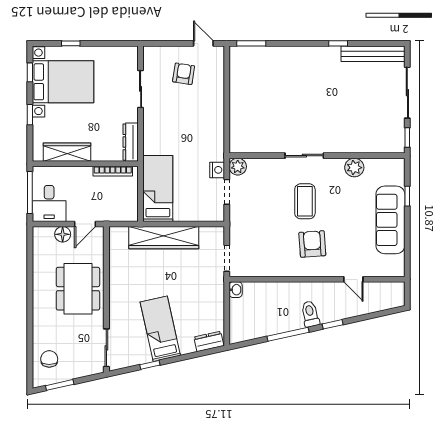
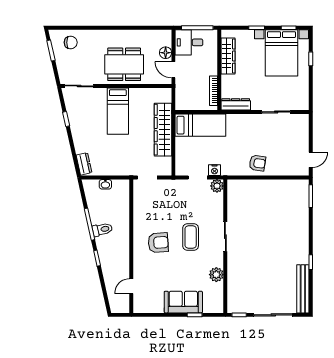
armchair: (184, 74) -> (257, 163), moved
coffee table: (305, 201) -> (191, 237), turned 90
sofa: (390, 220) -> (183, 302), width x0.73
door: (353, 279) -> (131, 286), moved
washbasin: (236, 290) -> (105, 184), moved
toilet: (310, 314) -> (102, 229), moved
bed: (160, 329) -> (118, 111), moved, turned 103

